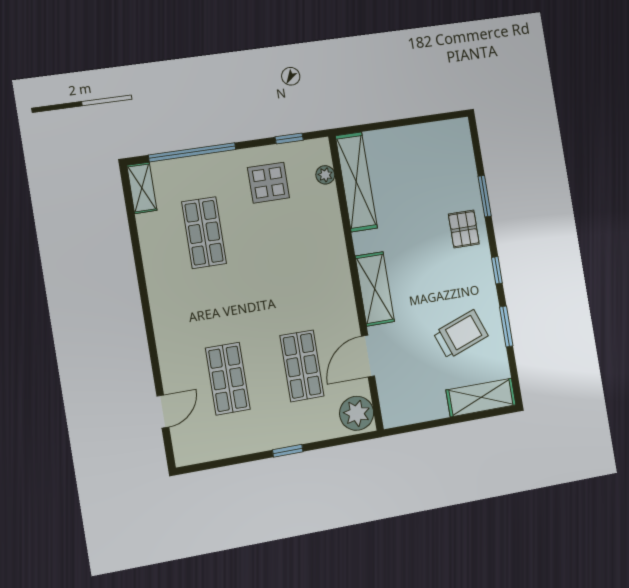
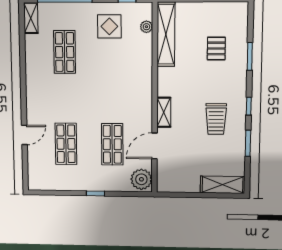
pallet: (464, 229) -> (216, 48), moved
shelving: (375, 289) -> (164, 112), width x0.67, depth x0.75
trolley: (461, 334) -> (216, 119), moved, turned 110
door: (163, 412) -> (24, 135), moved

